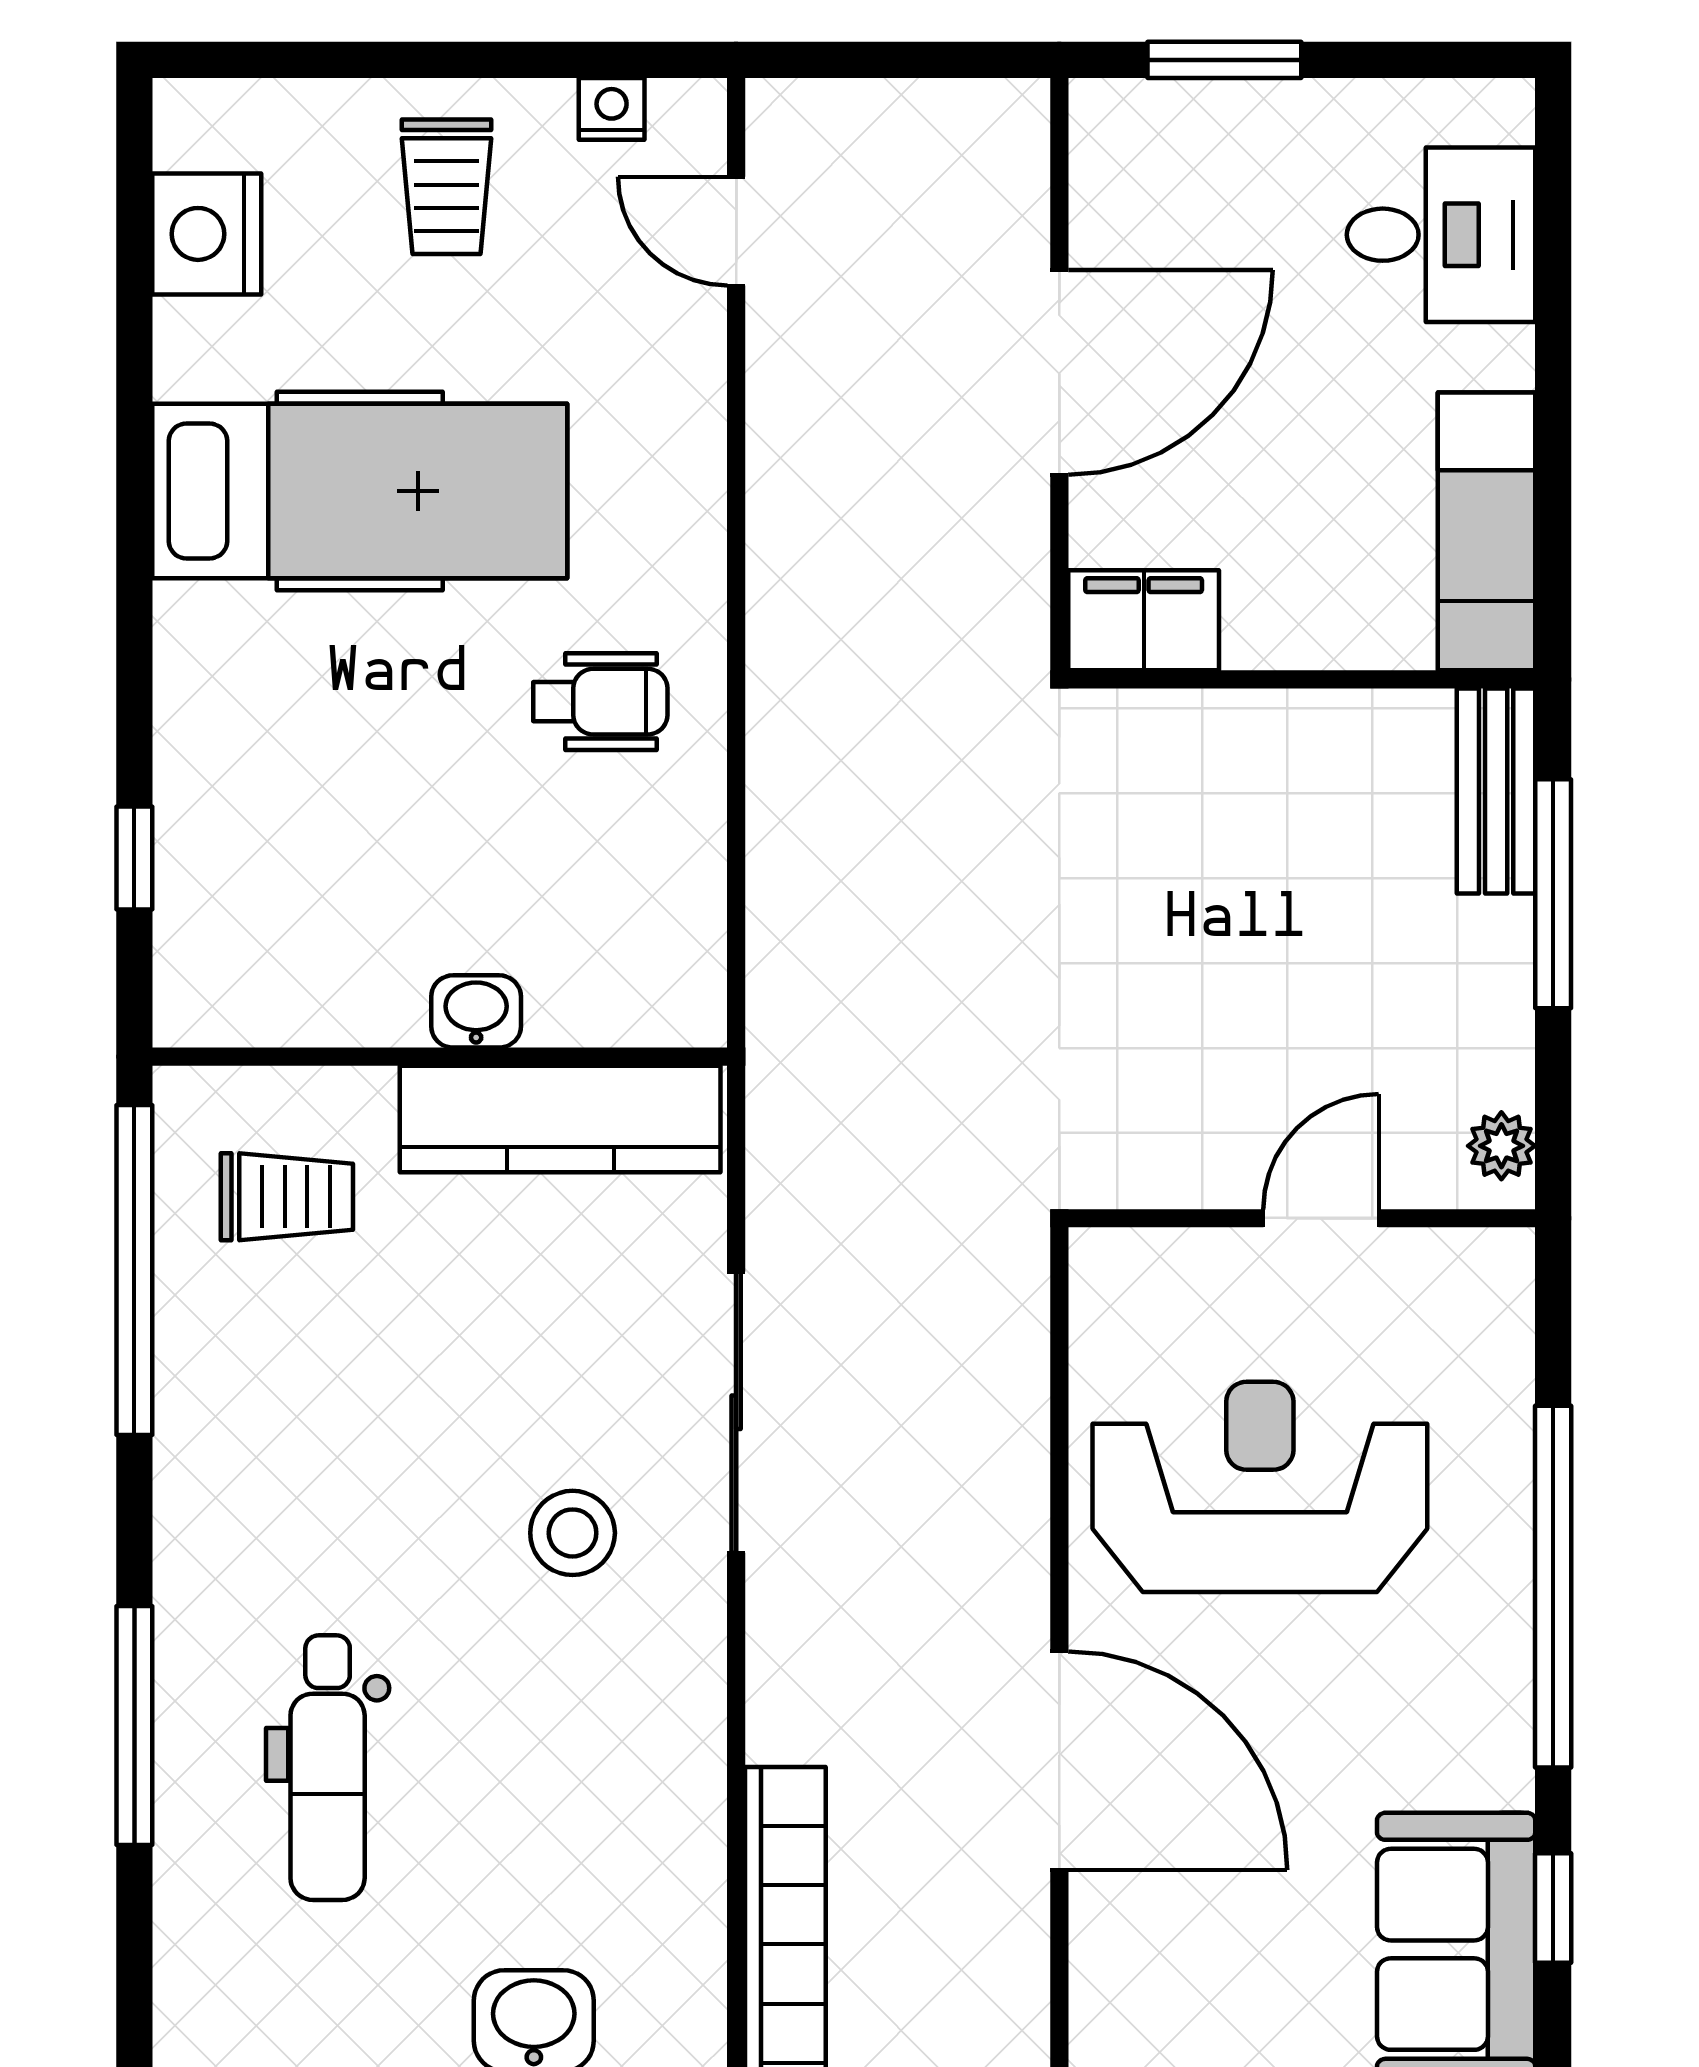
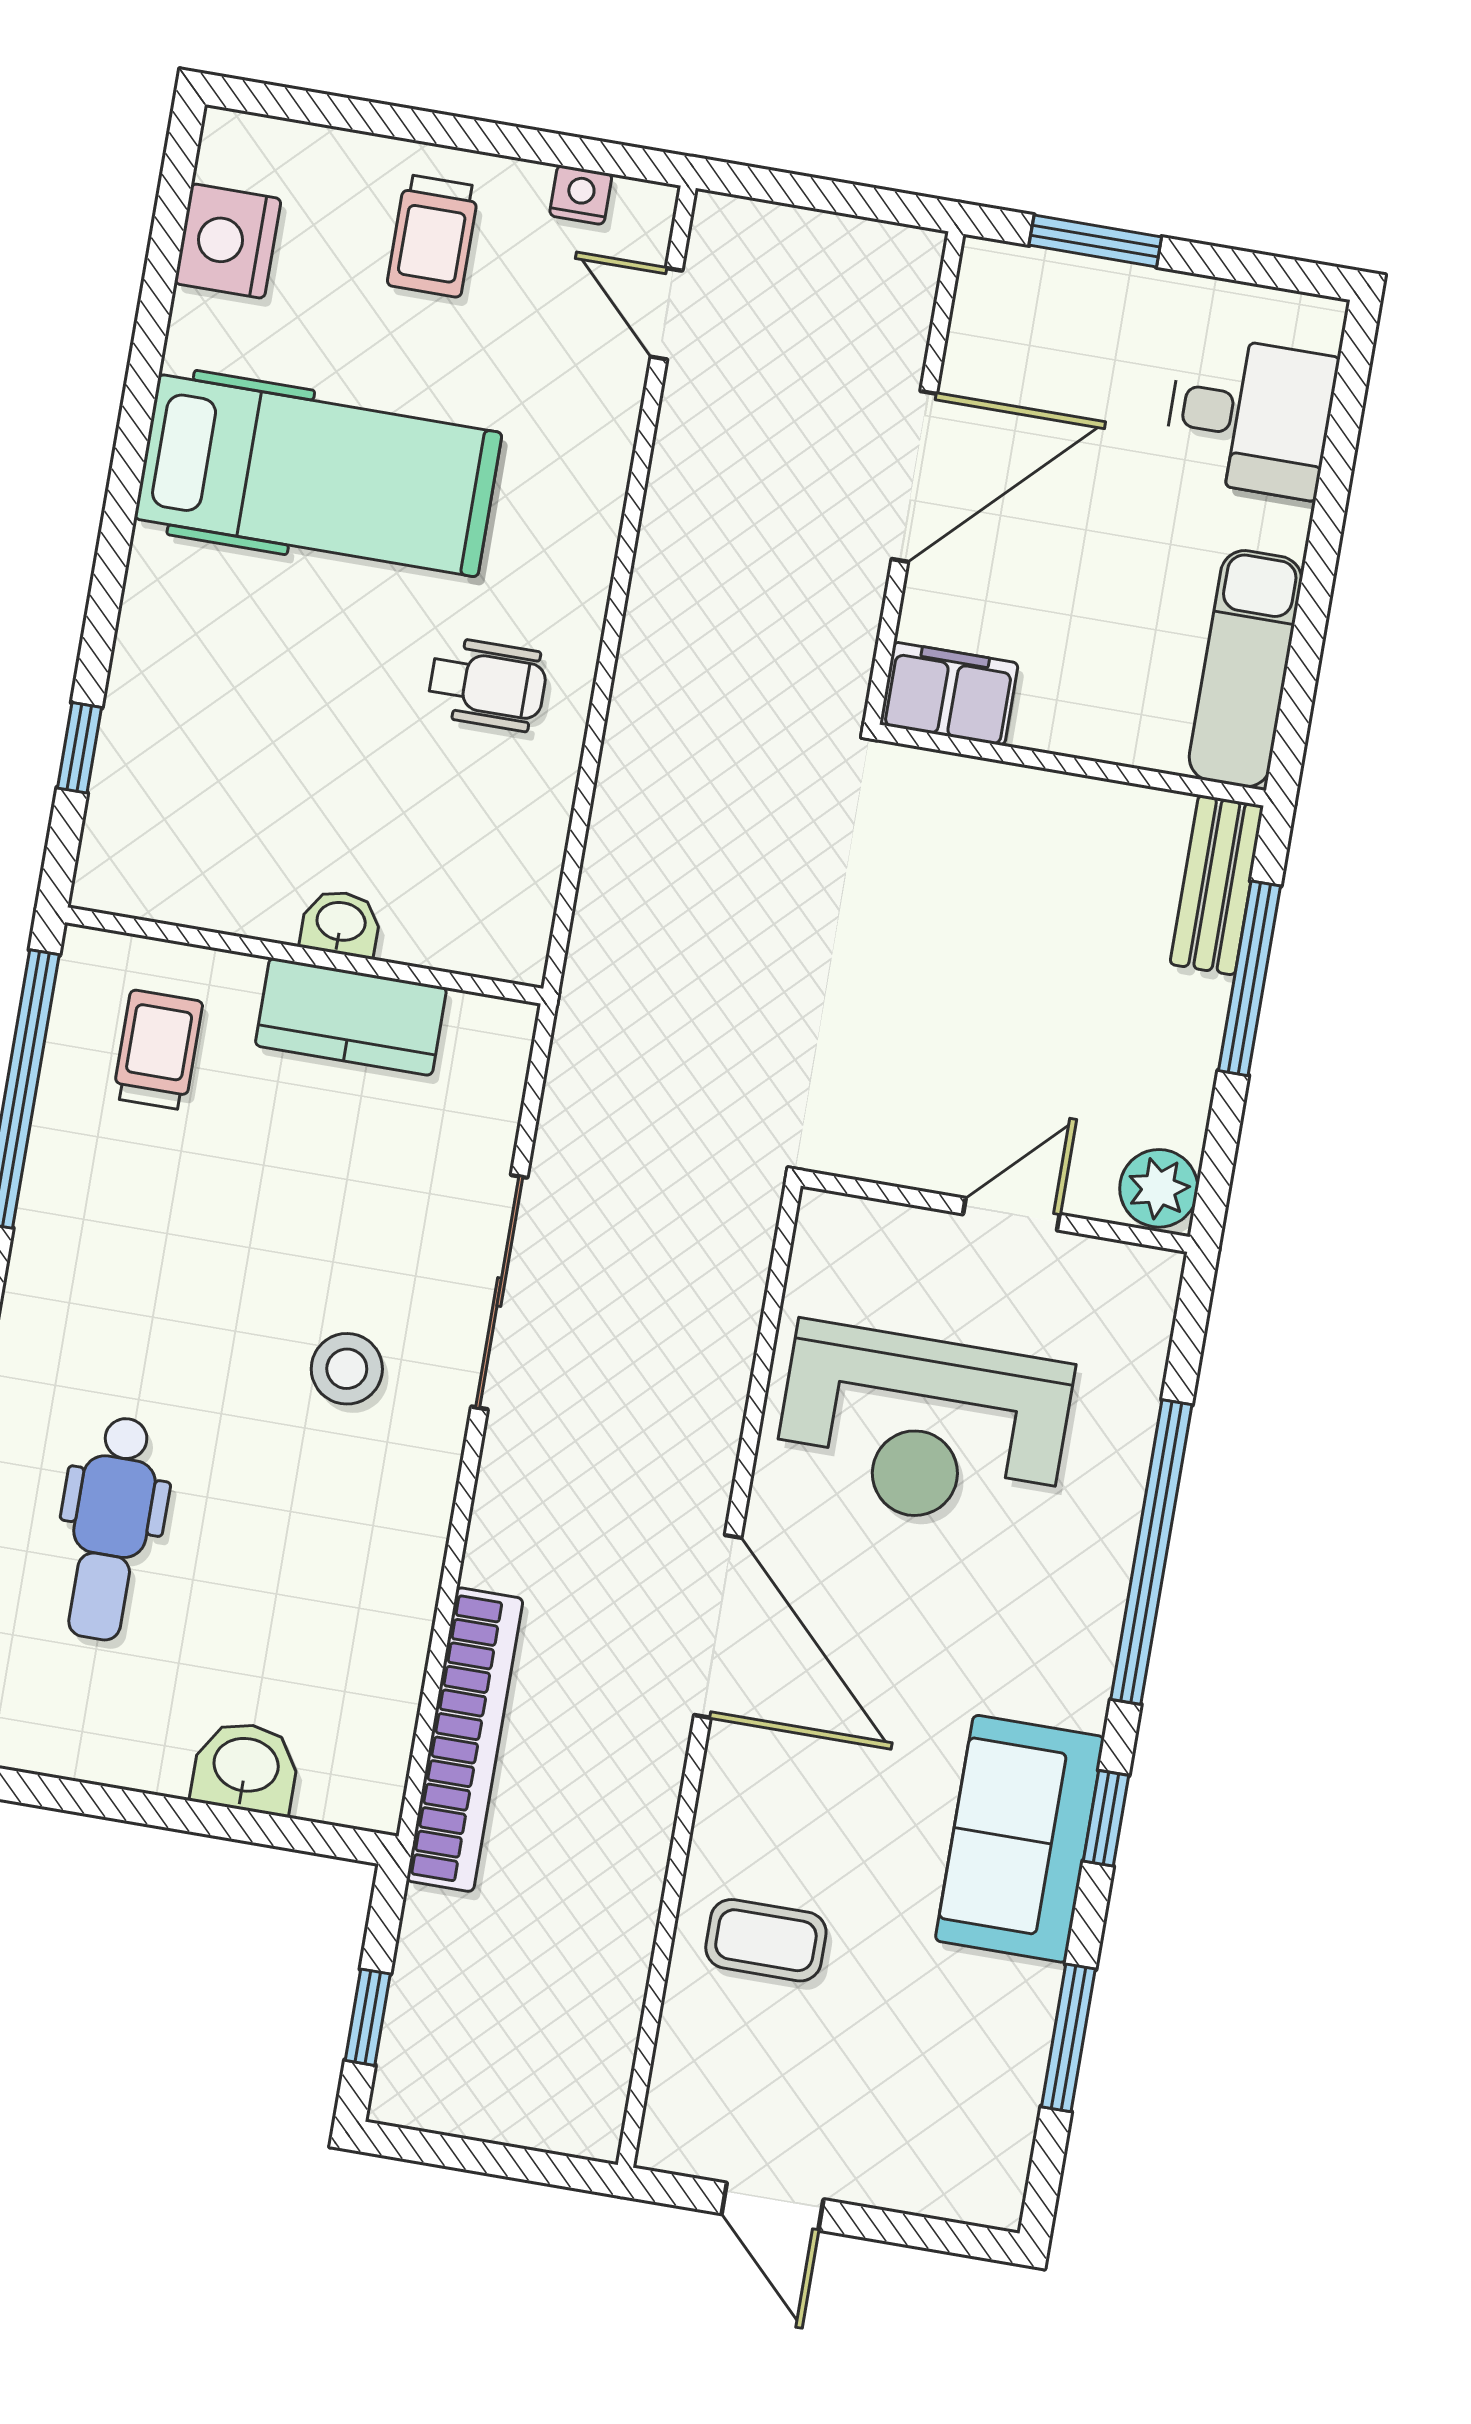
kitchen counter: (560, 1119) -> (351, 1017), width x0.67
plant: (1501, 1146) -> (1159, 1188), width x1.38, depth x1.38
trolley: (287, 1197) -> (158, 1050), turned -90
reception desk: (1260, 1487) -> (923, 1428), turned 180

